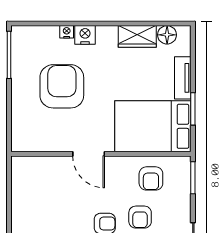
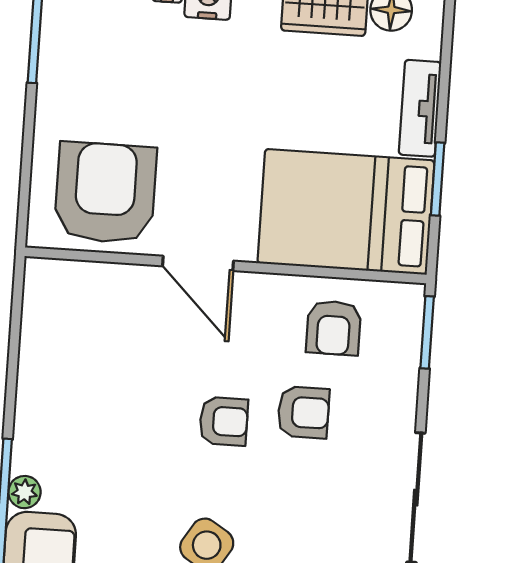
armchair: (62, 86) -> (105, 193), moved
armchair: (140, 217) -> (303, 412), turned -90

